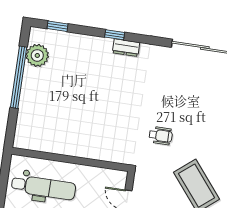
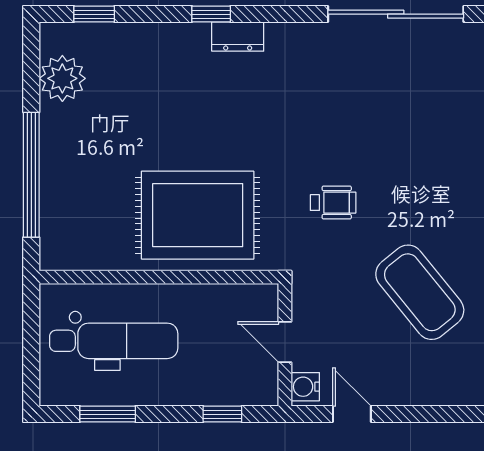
window: (19, 77) -> (31, 175), moved
rug: (94, 132) -> (198, 215), added

